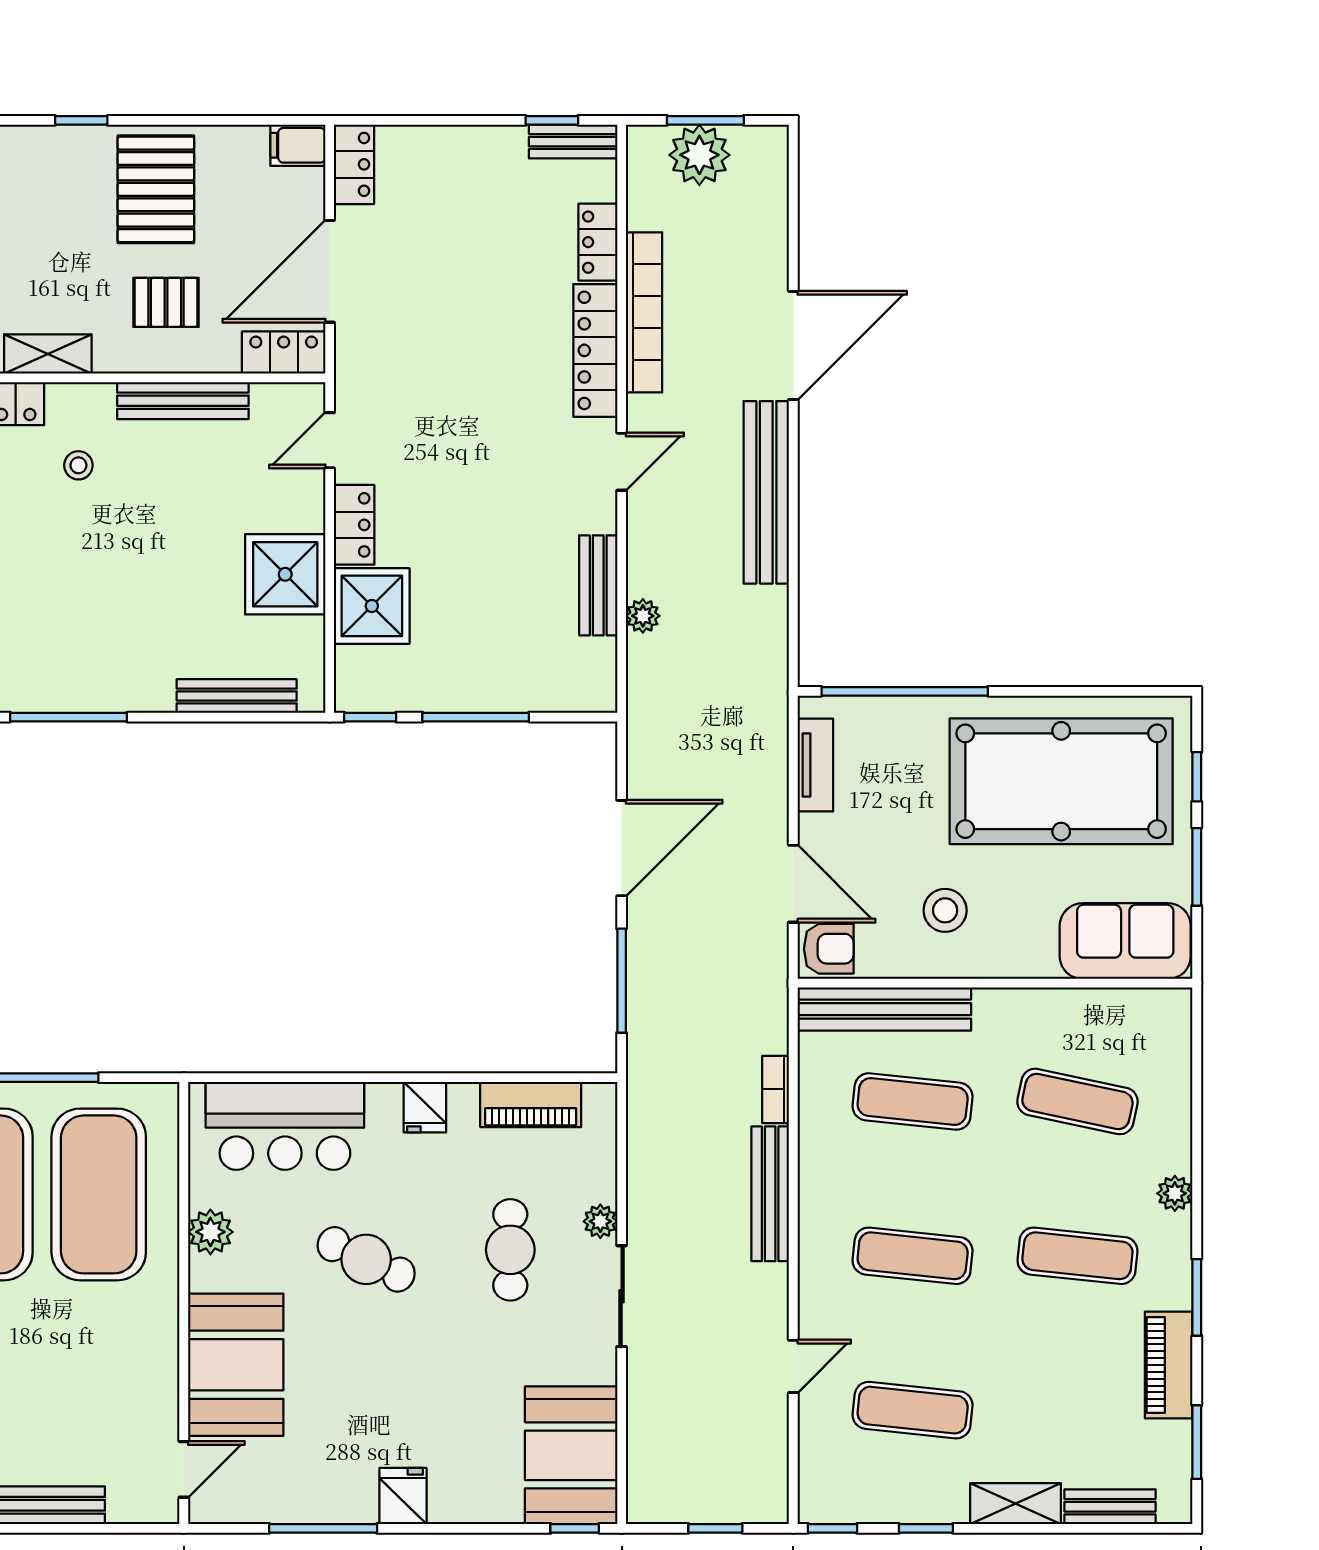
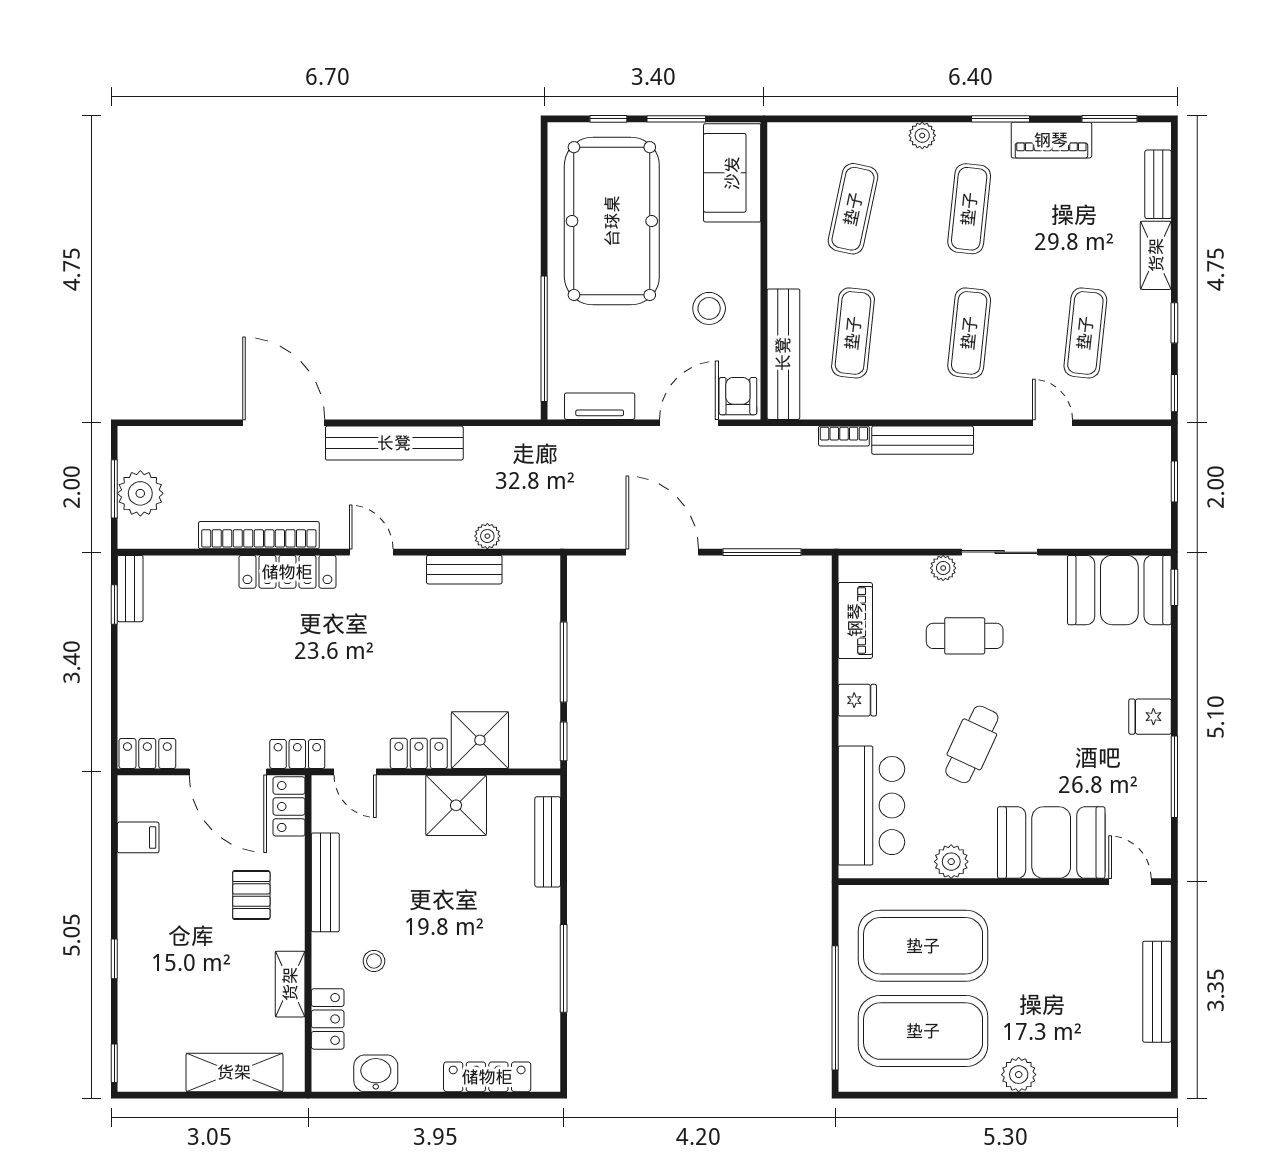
filing cabinet: (298, 145) -> (138, 837), moved, turned -90
pallet: (156, 189) -> (166, 903), removed
locker: (598, 242) -> (297, 754), moved, turned 180

